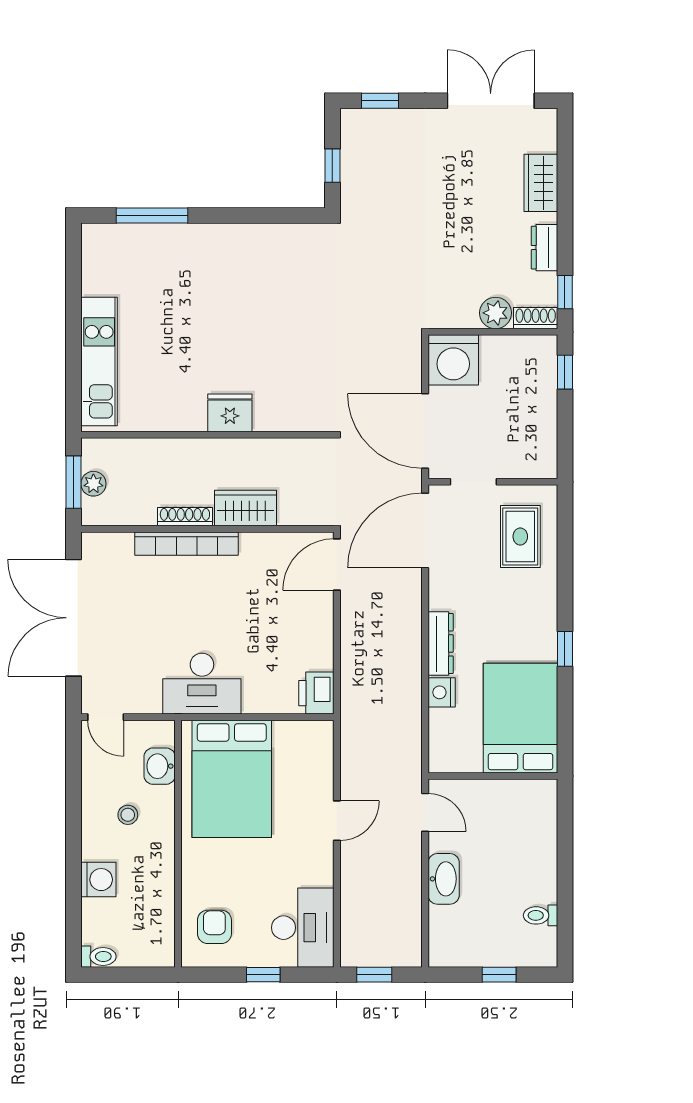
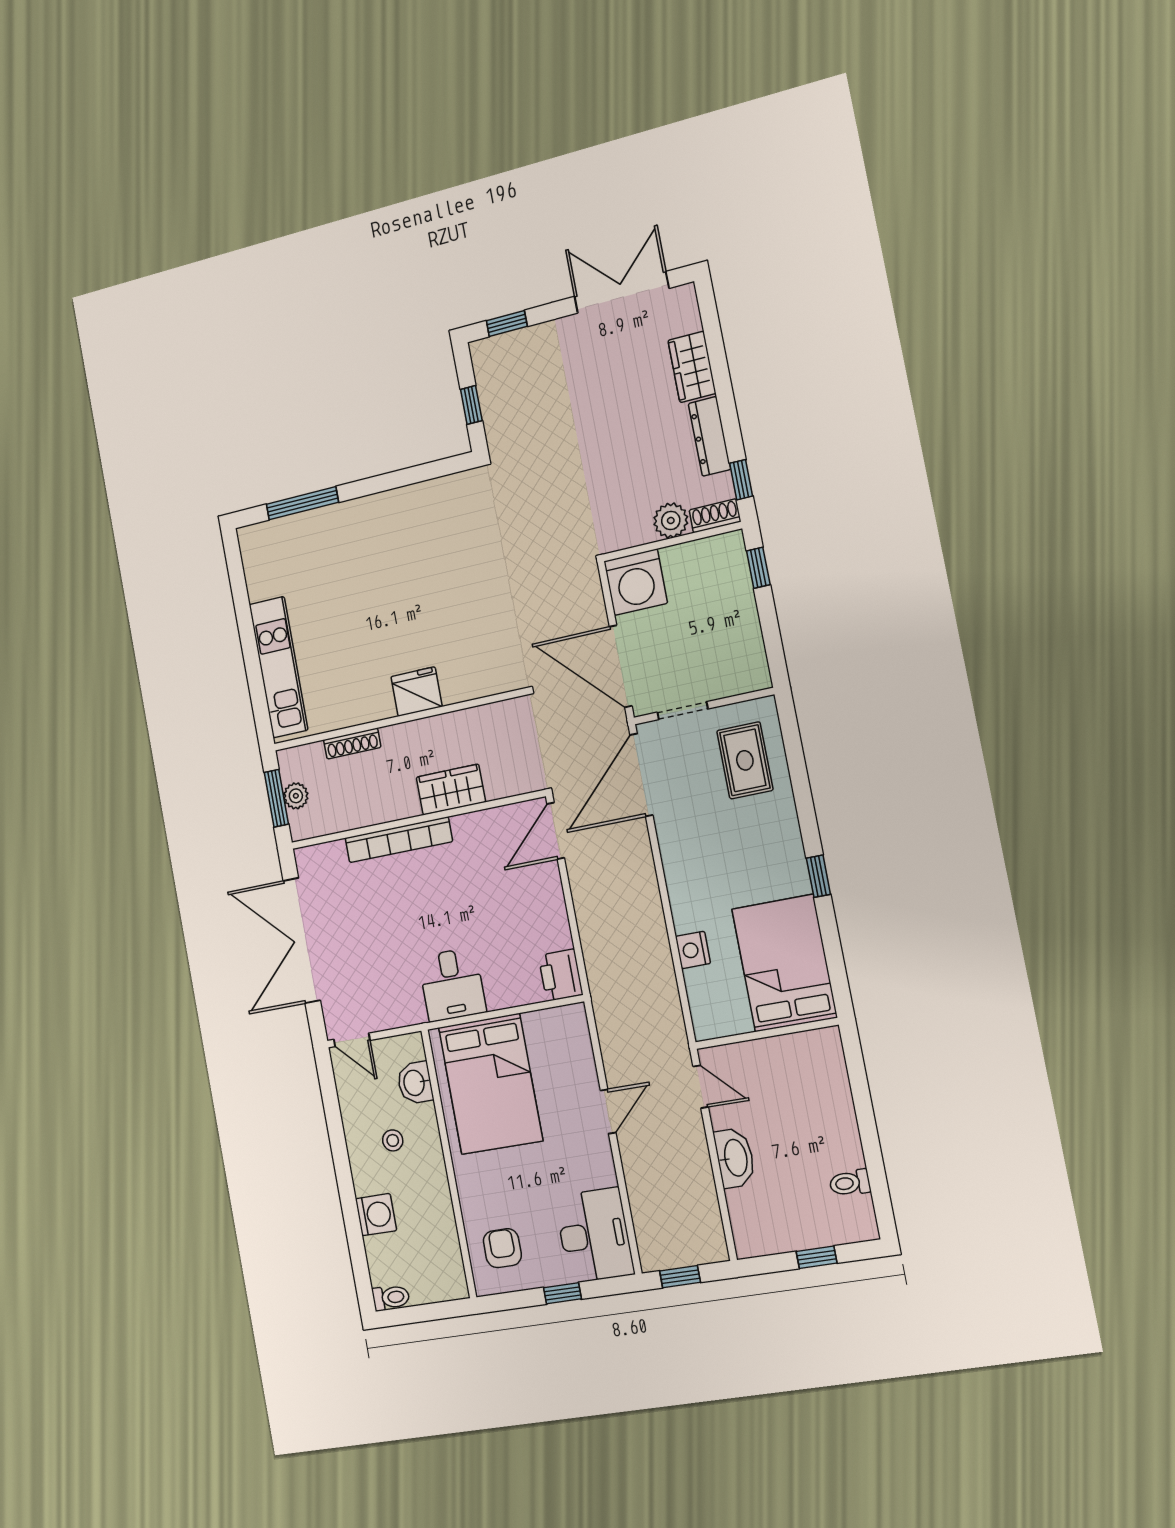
dresser: (544, 248) -> (710, 436), width x1.44
shoe rack: (185, 517) -> (352, 744), moved, turned 180
dresser: (441, 644) -> (681, 896), removed
desk: (202, 684) -> (452, 984), width x0.73

